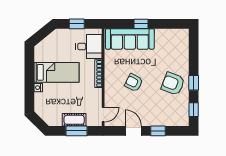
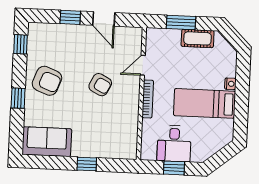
sofa: (130, 39) -> (47, 142), moved, width x0.73
desk: (89, 46) -> (174, 144), moved, turned -90
window: (194, 83) -> (18, 98), moved
door: (103, 115) -> (143, 65), moved
cot: (74, 120) -> (198, 38), moved

